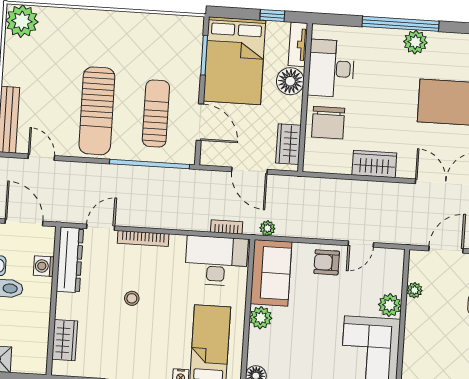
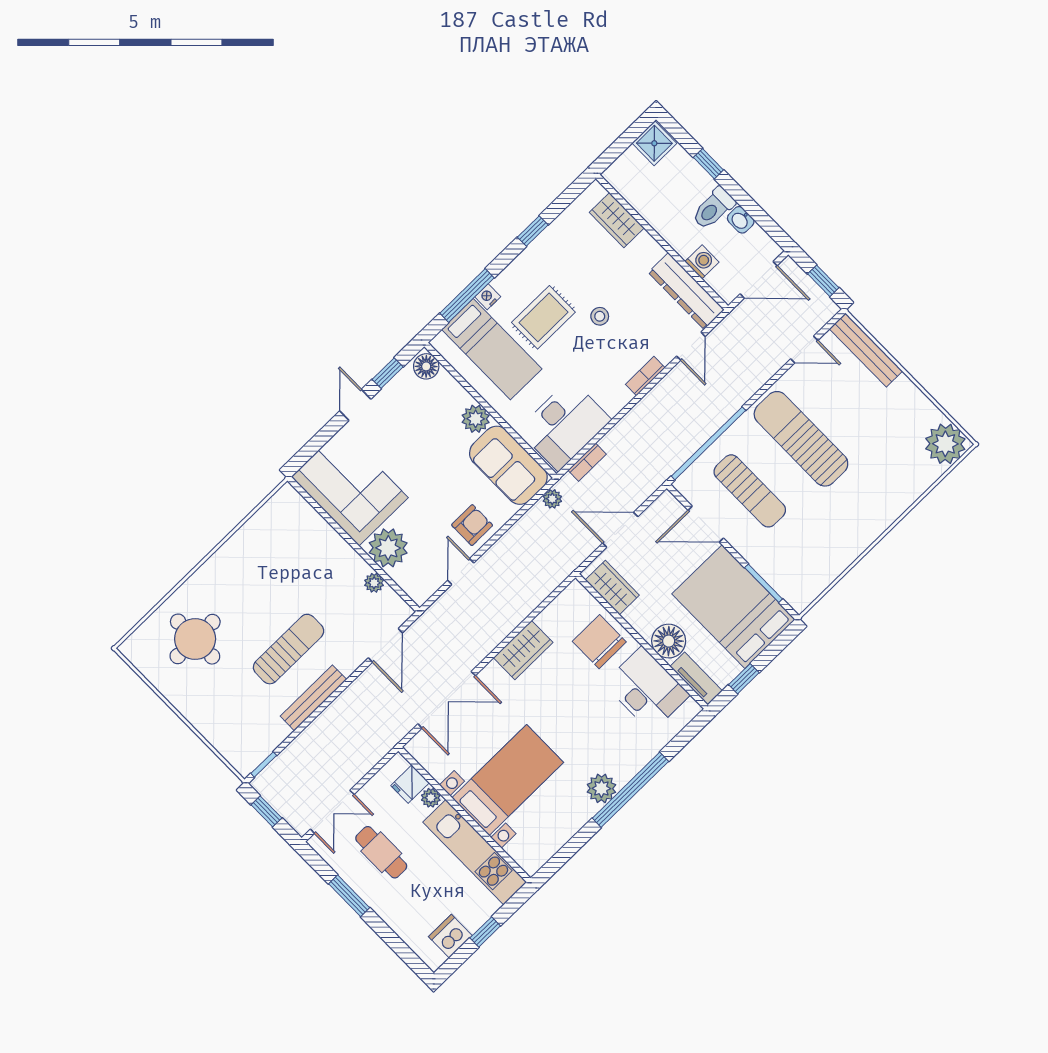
bookcase: (143, 239) -> (645, 376), width x0.64
plant: (390, 305) -> (388, 548), width x1.36, depth x1.36
rug: (163, 332) -> (543, 317), added

